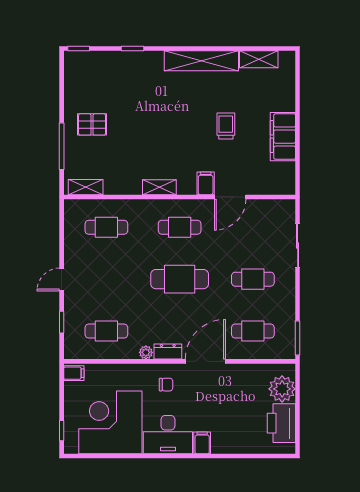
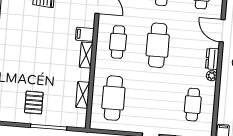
filing cabinet: (206, 183) -> (85, 34), moved
shelving: (86, 187) -> (83, 95), moved
cafe table: (106, 227) -> (113, 98), width x1.37, depth x1.35
door: (205, 361) -> (222, 31), width x0.73

